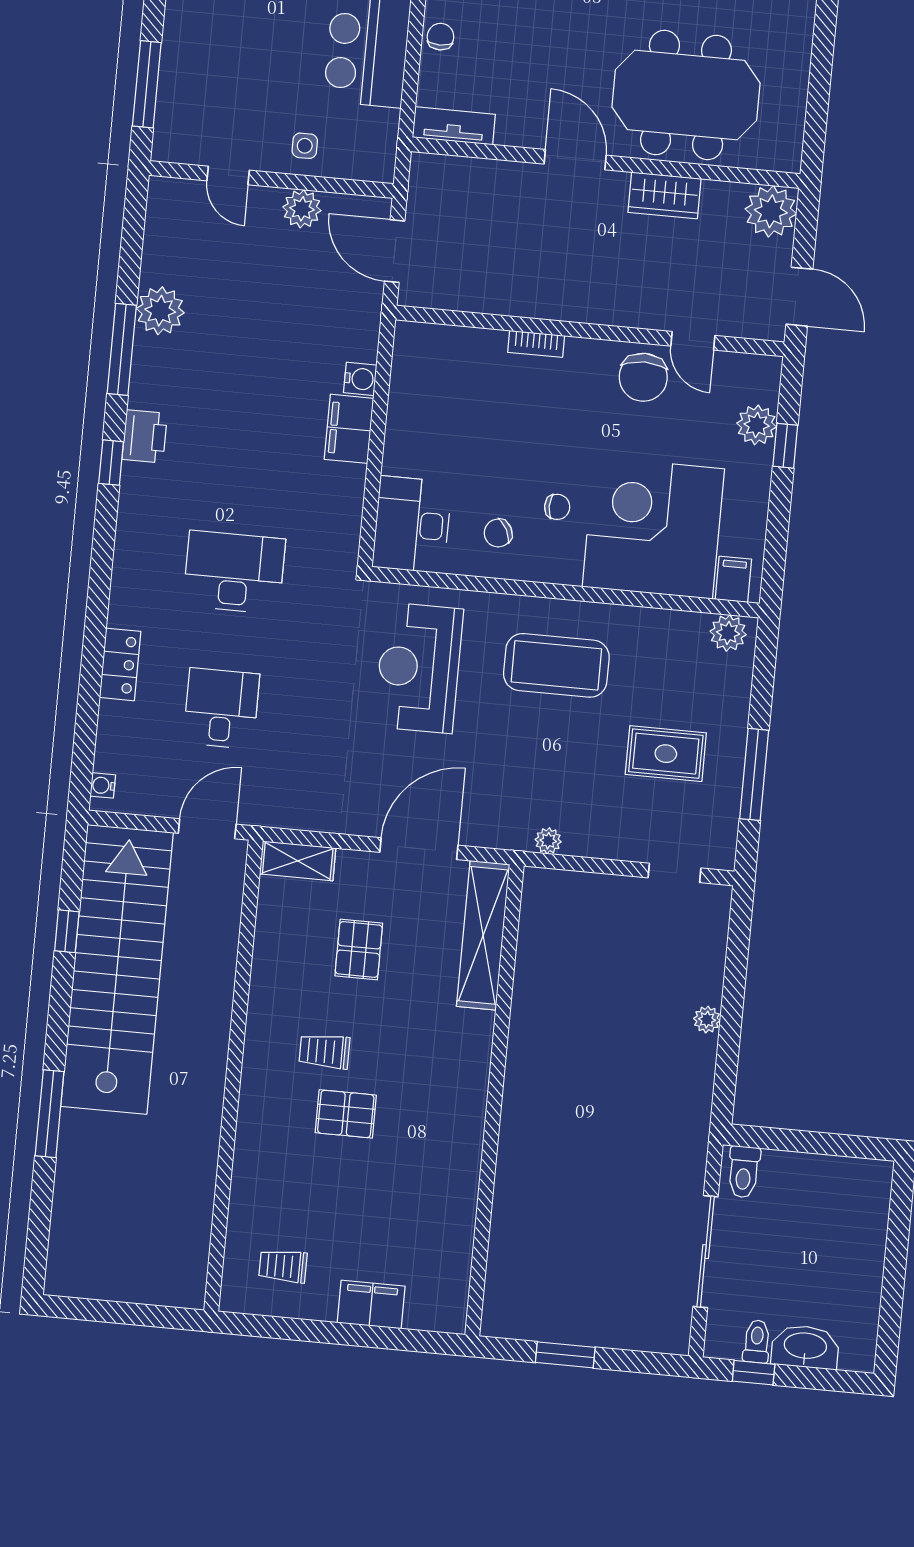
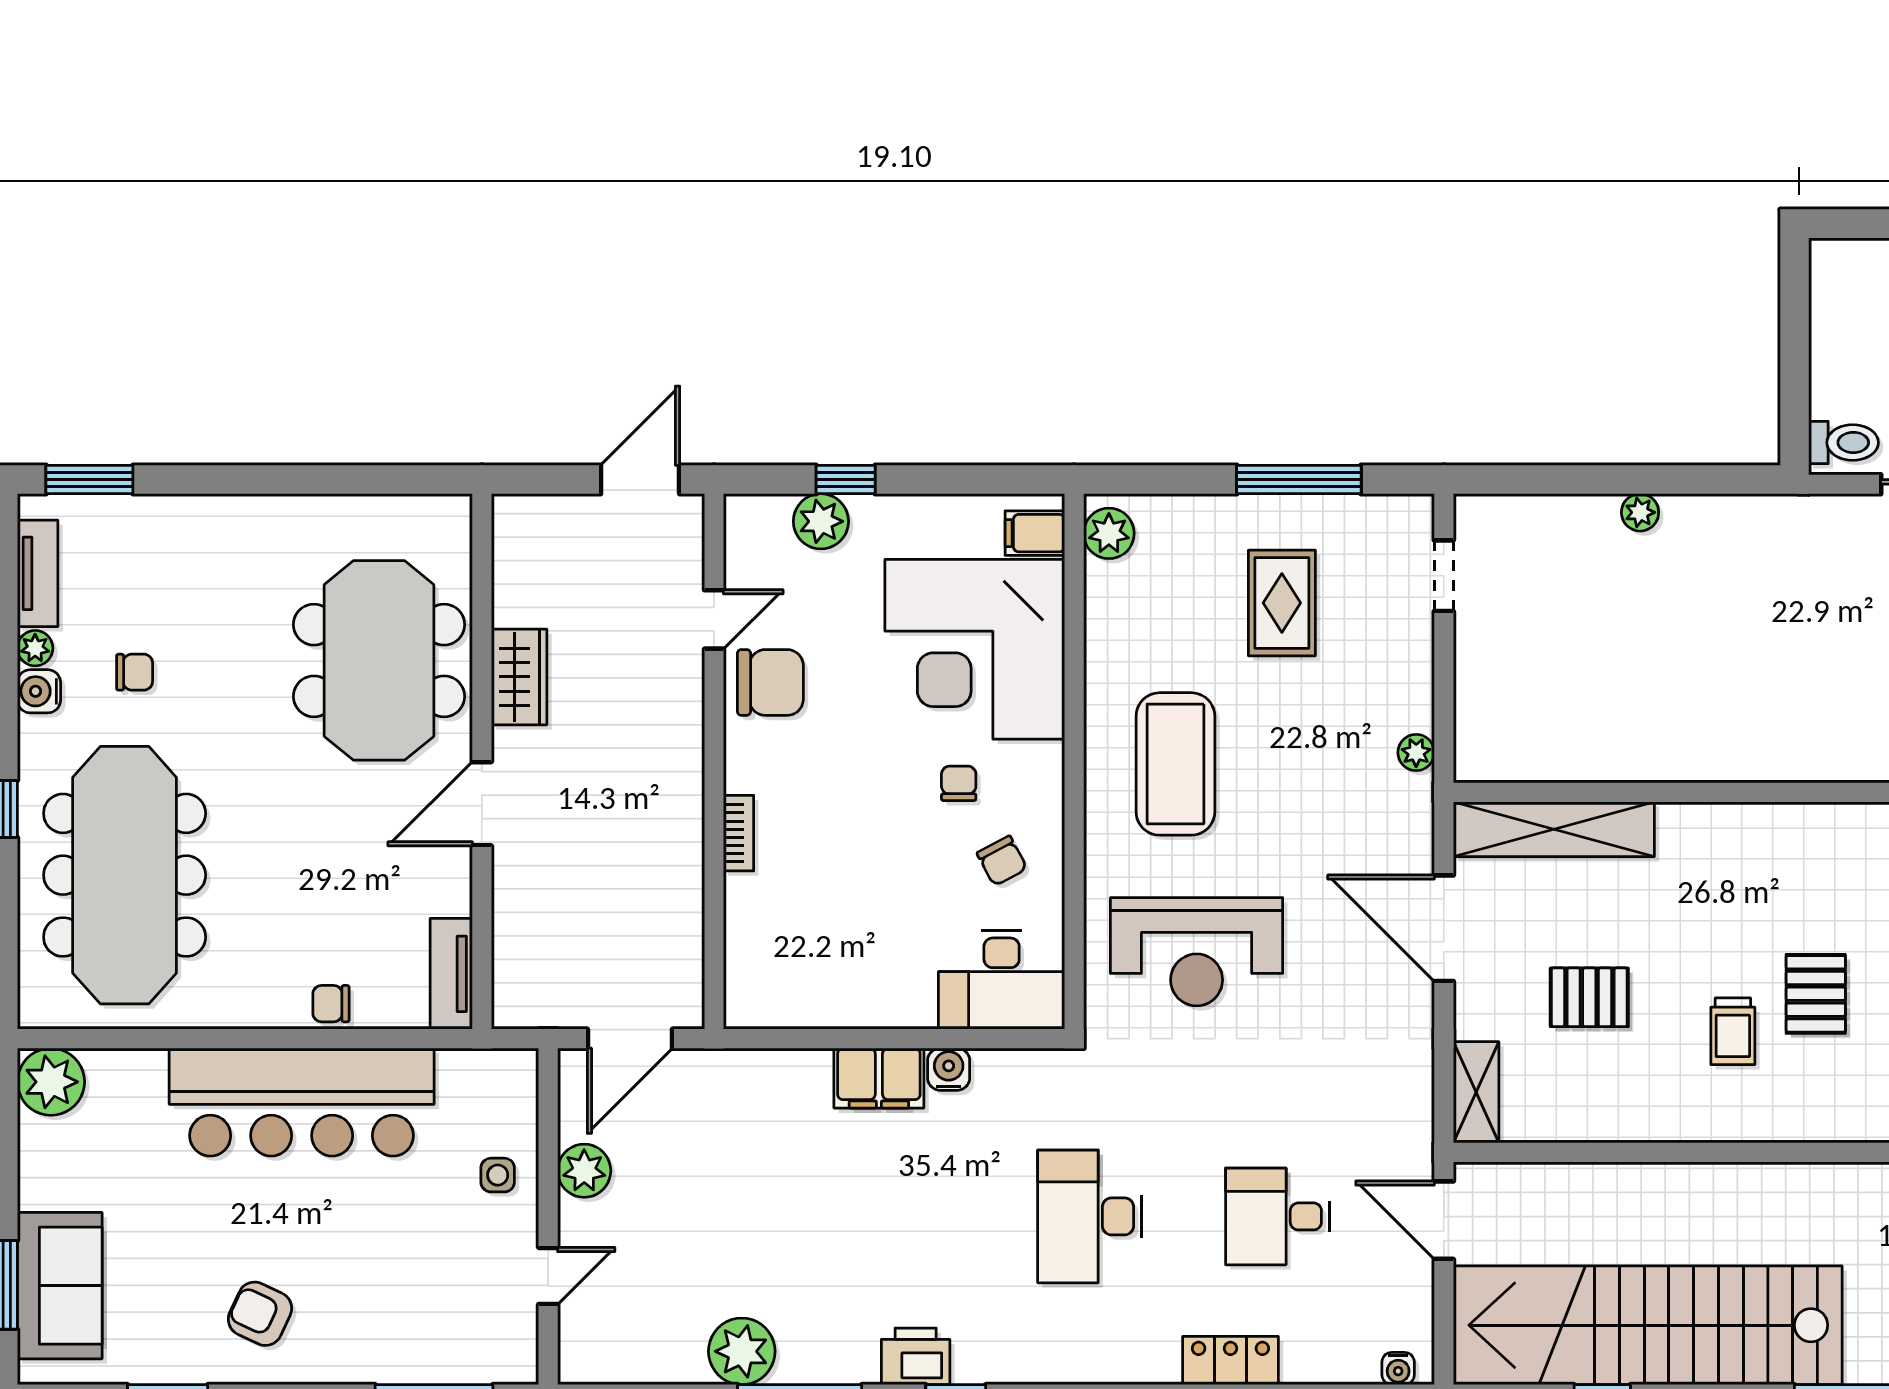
plant: (771, 211) -> (527, 529), removed
water cooler: (360, 379) -> (949, 1069), moved

